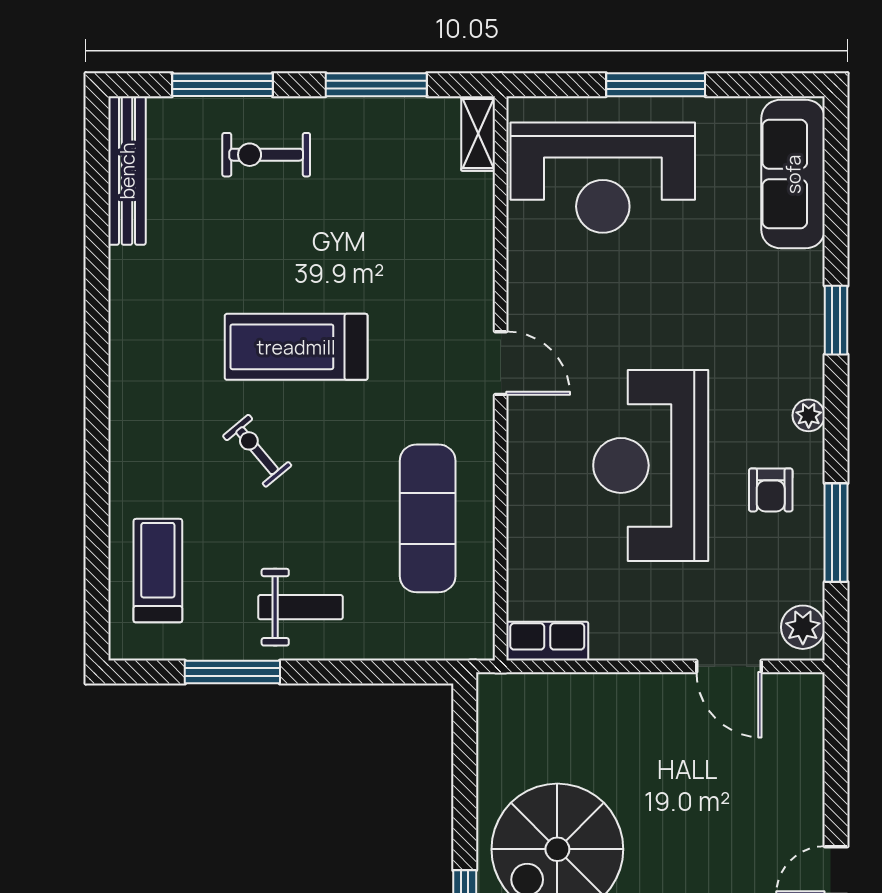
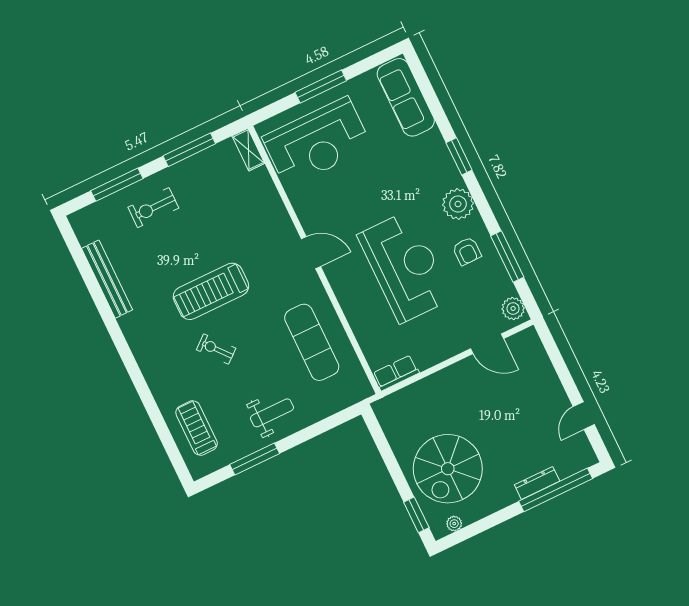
bench: (127, 171) -> (107, 279), moved
plant: (809, 415) -> (458, 204), width x1.87, depth x1.87
reception desk: (651, 465) -> (405, 267), turned 180

